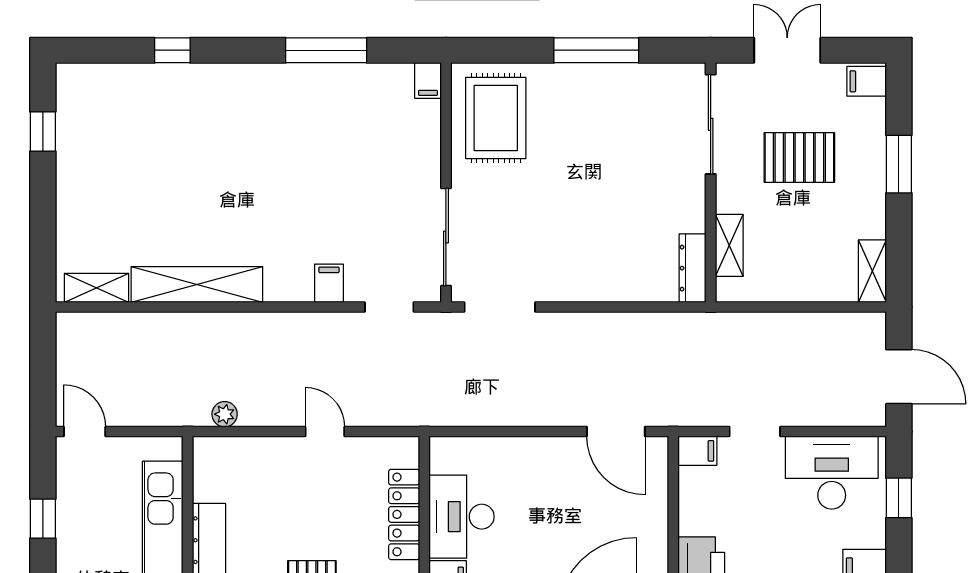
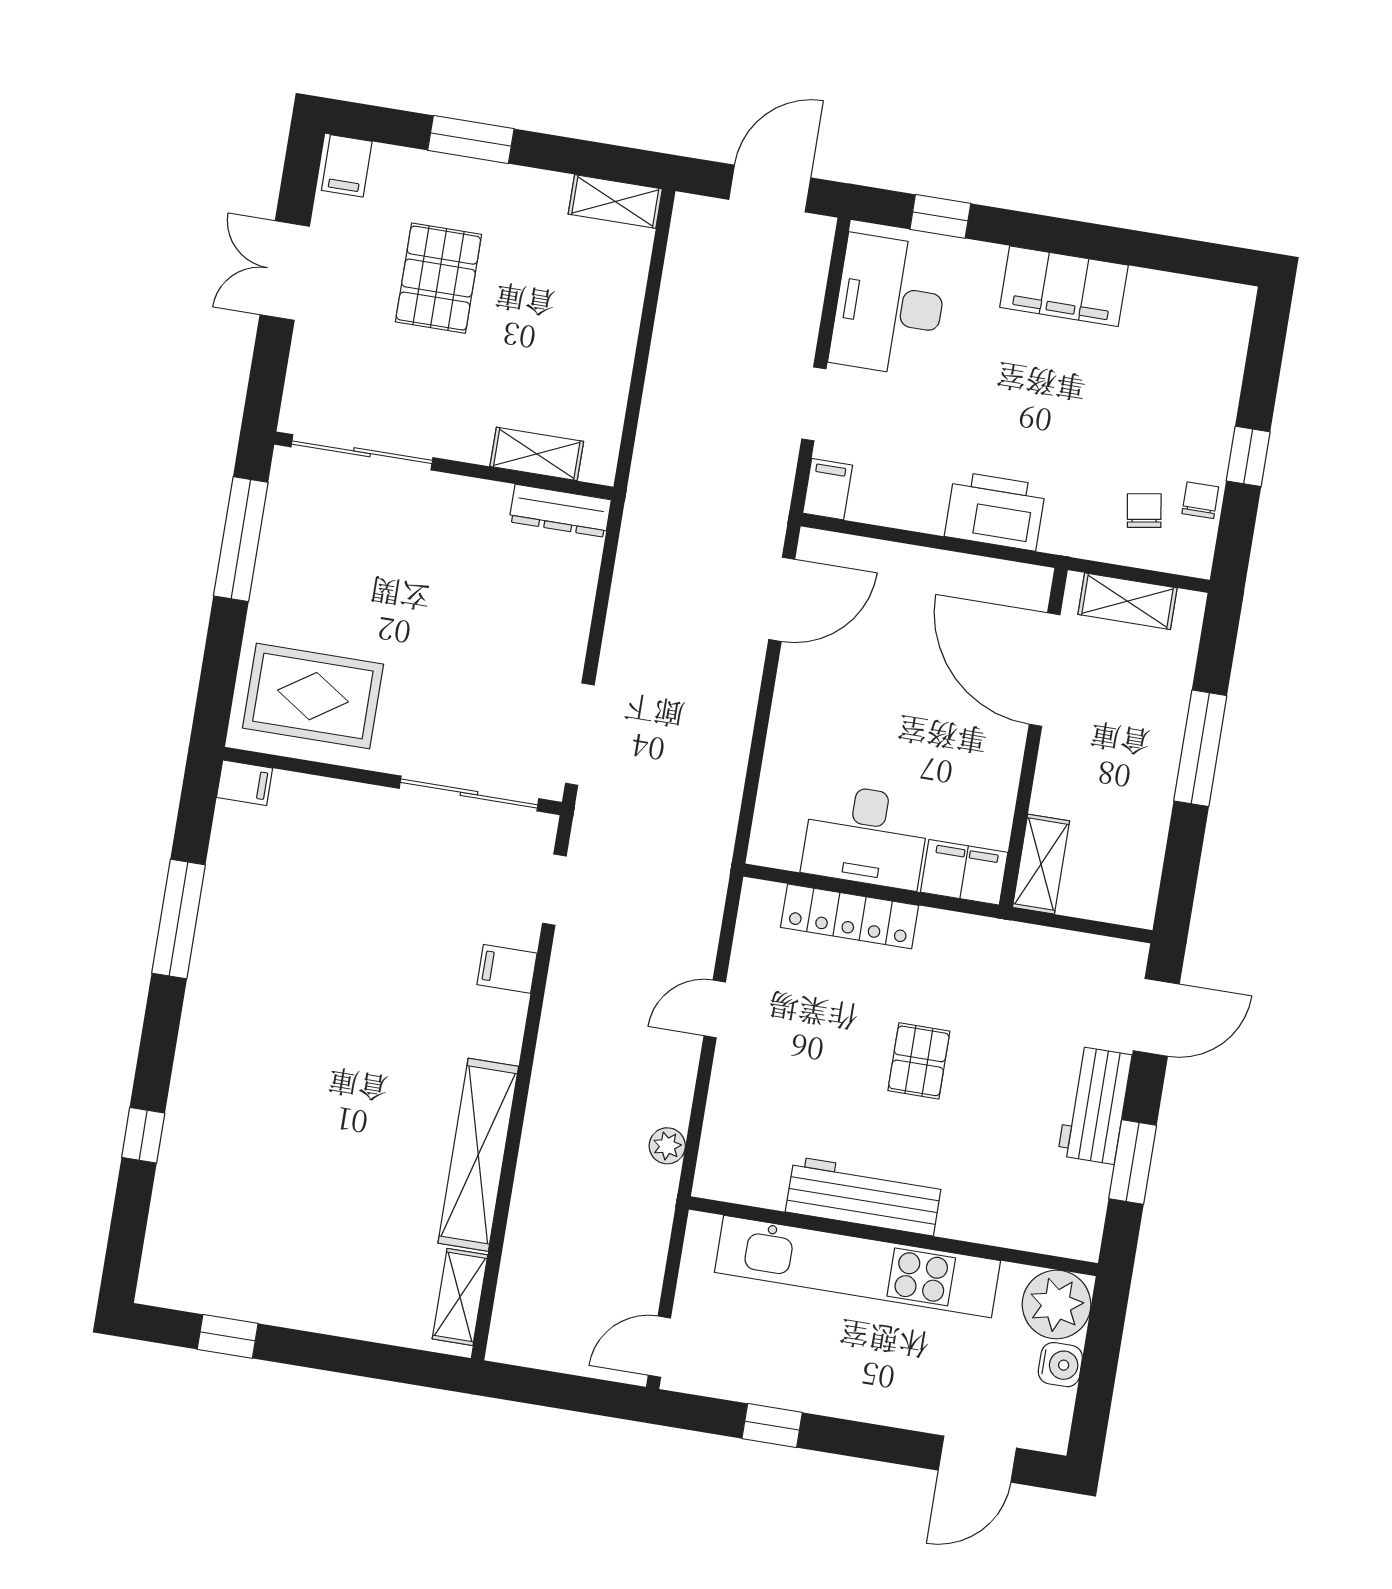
sliding door: (711, 124) -> (362, 452), moved
wall: (711, 183) -> (444, 466), moved
shelving: (729, 245) -> (537, 454), moved
dresser: (693, 268) -> (560, 511), moved

